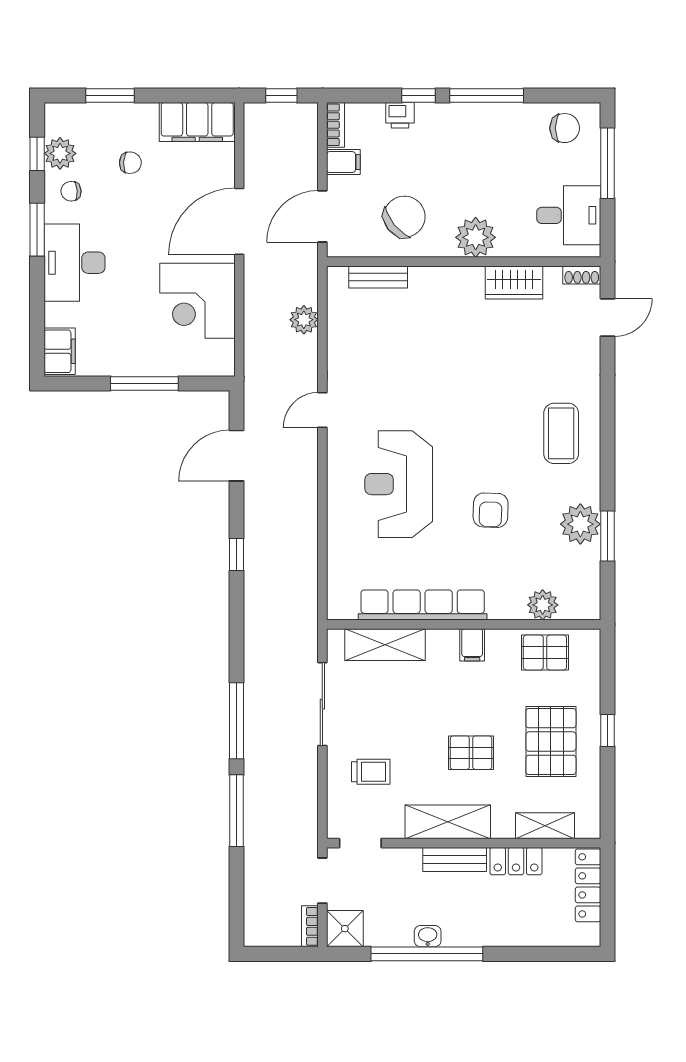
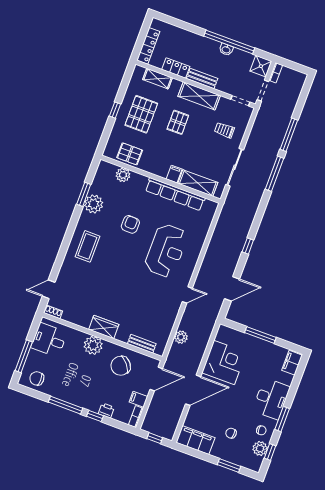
wardrobe: (514, 282) -> (104, 327), moved
filing cabinet: (472, 645) -> (174, 174), moved
pallet: (471, 753) -> (178, 122), turned 90

